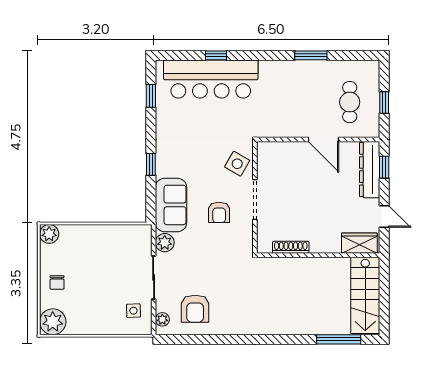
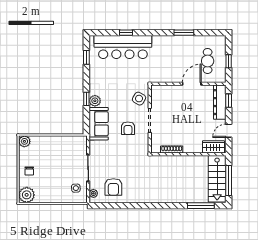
door: (324, 139) -> (192, 84), swing flipped
door: (384, 217) -> (229, 131), swing flipped
plant: (165, 243) -> (95, 101), moved
window: (384, 298) -> (229, 180), added

